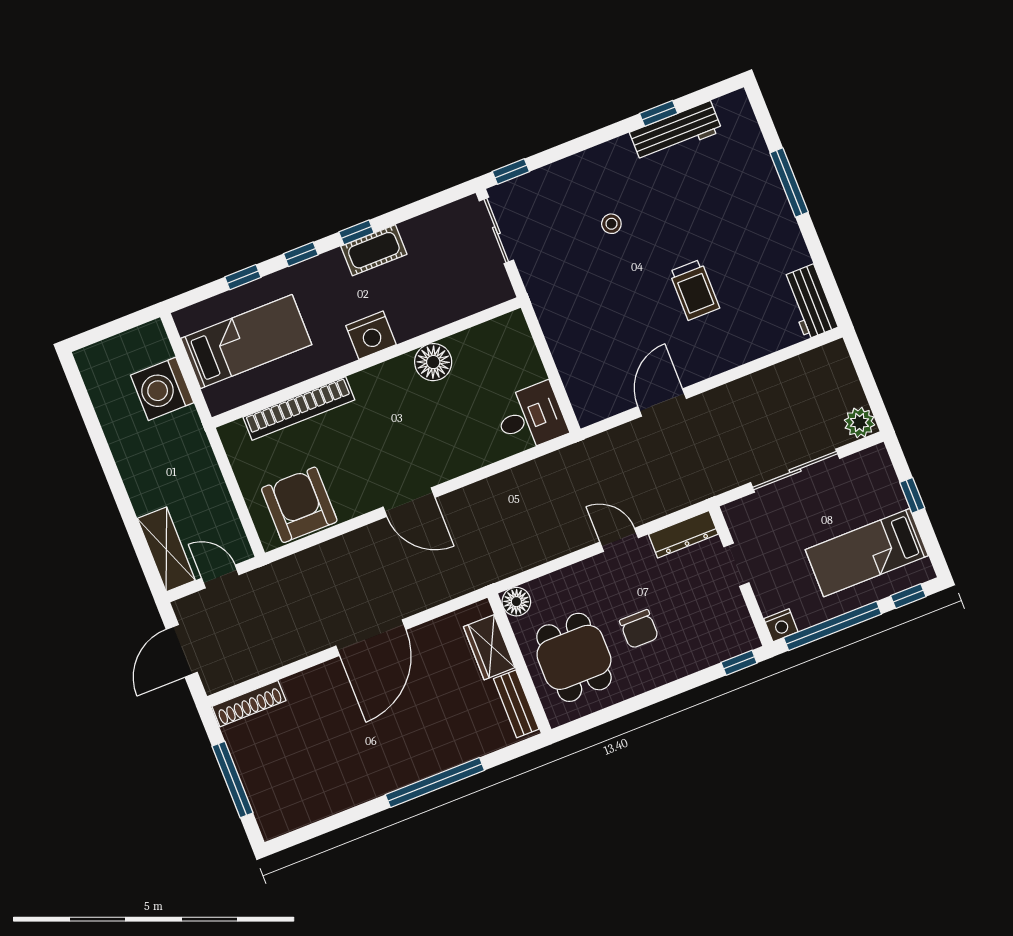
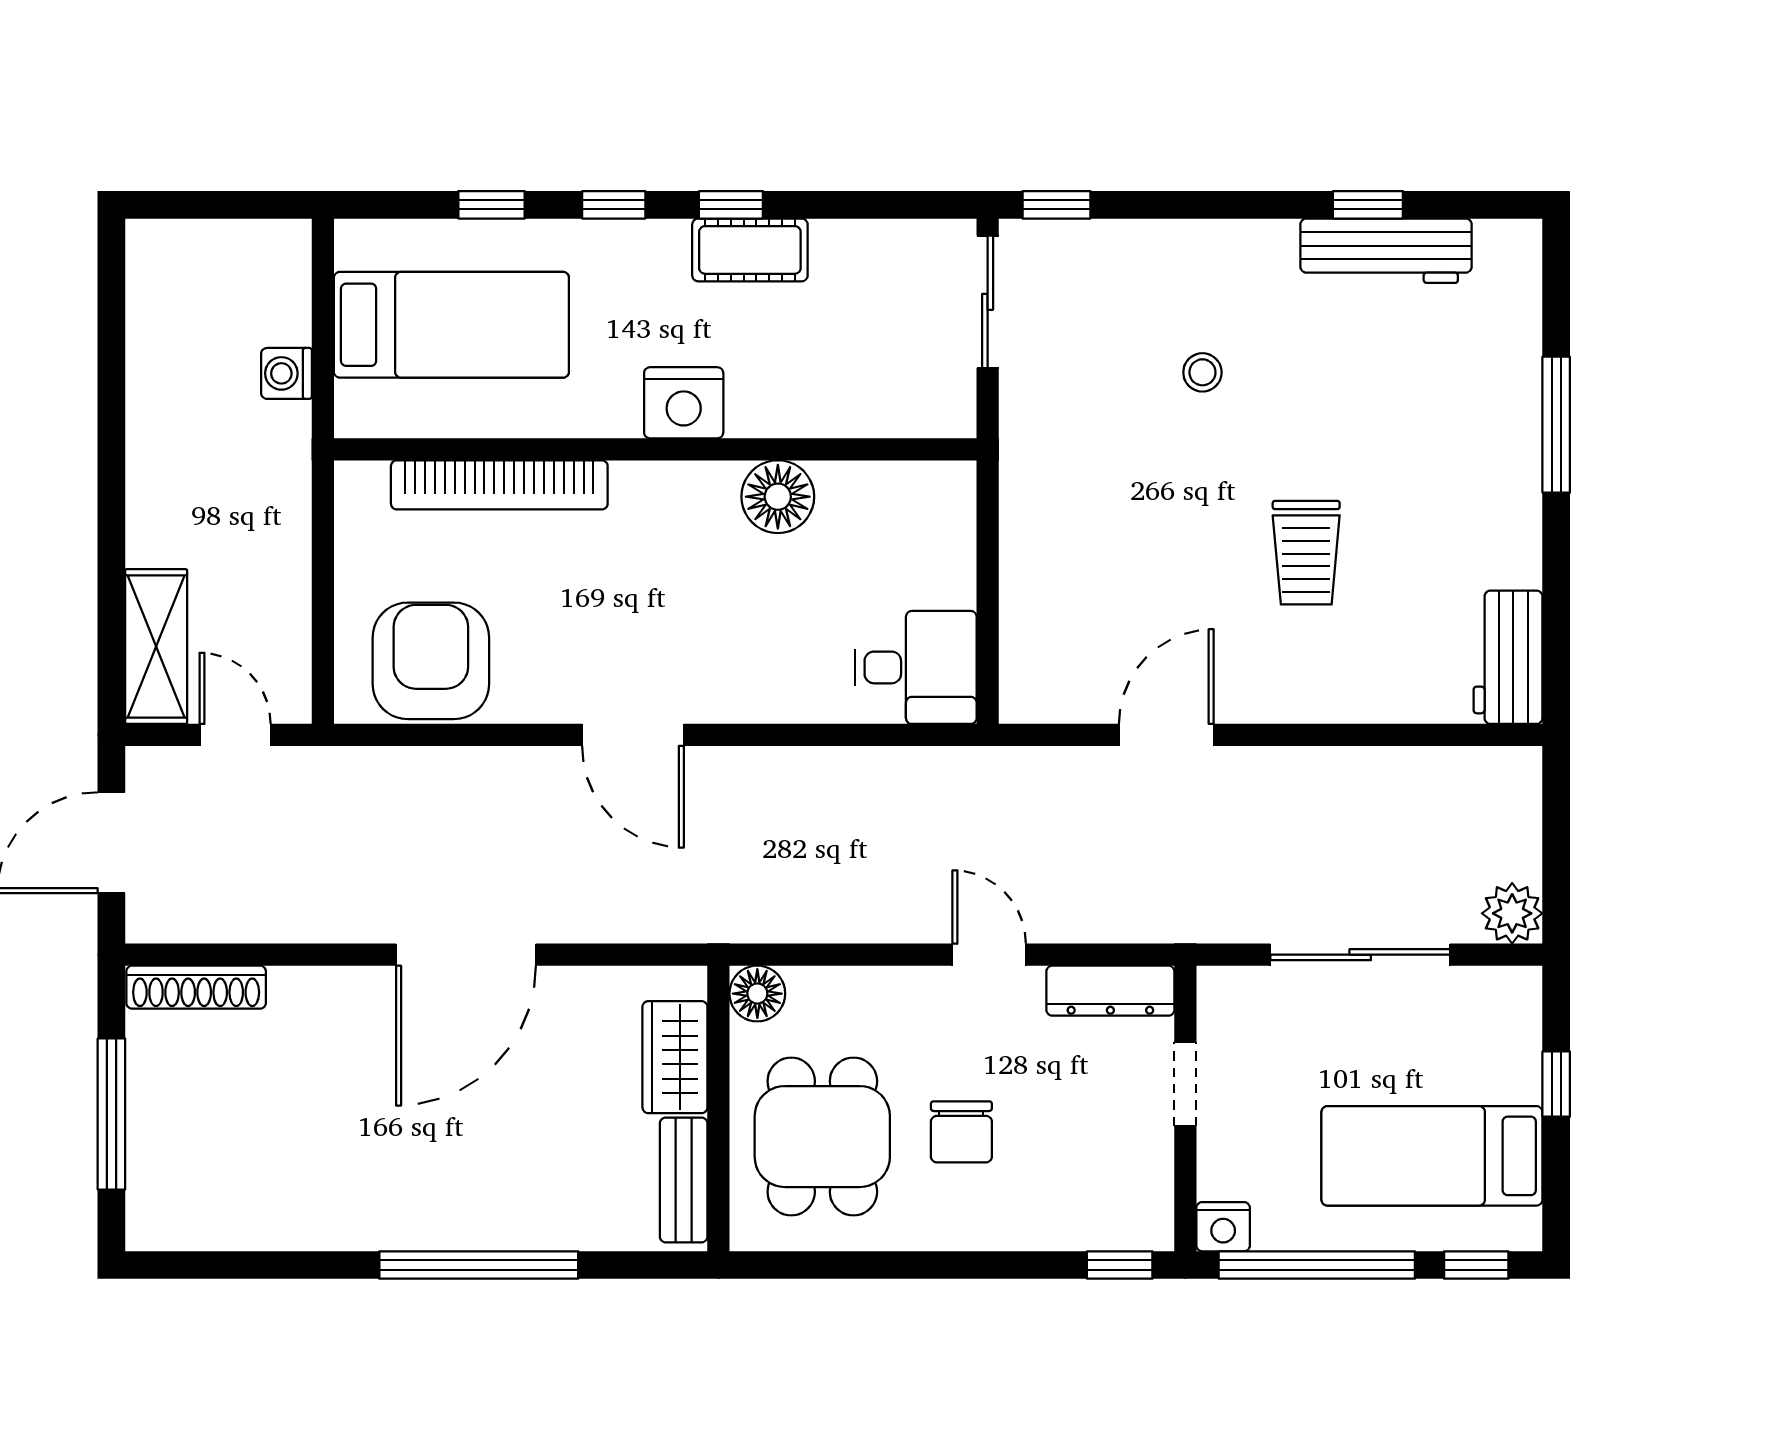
washing machine: (162, 389) -> (286, 373), width x0.53, depth x0.53

